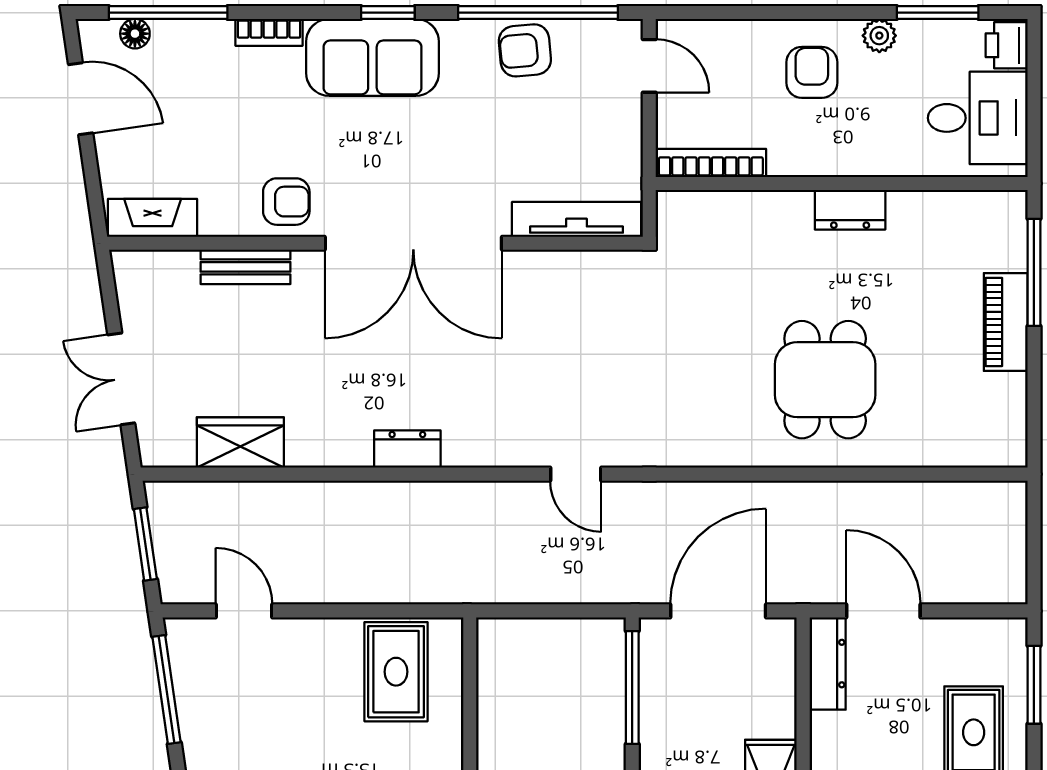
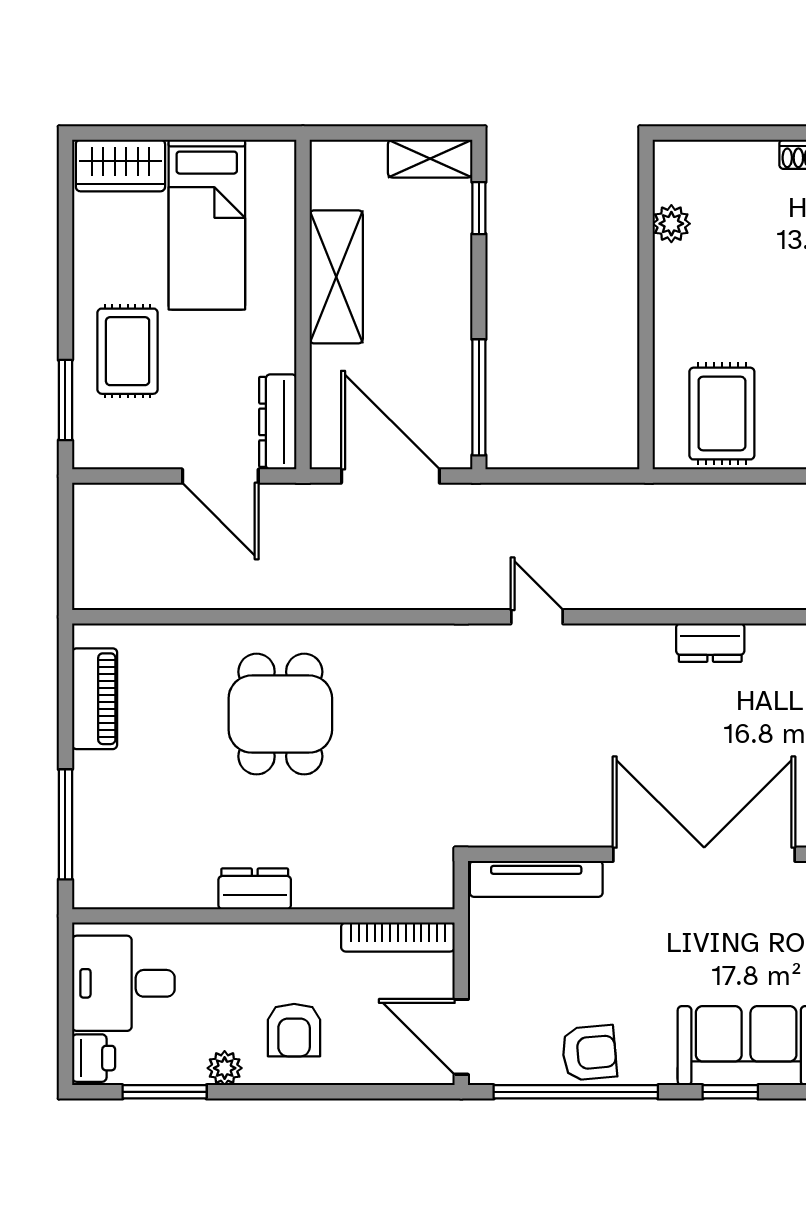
door: (649, 66) -> (461, 1037), width x1.38
piano: (1006, 322) -> (95, 699), moved
door: (718, 611) -> (390, 476), swing flipped

